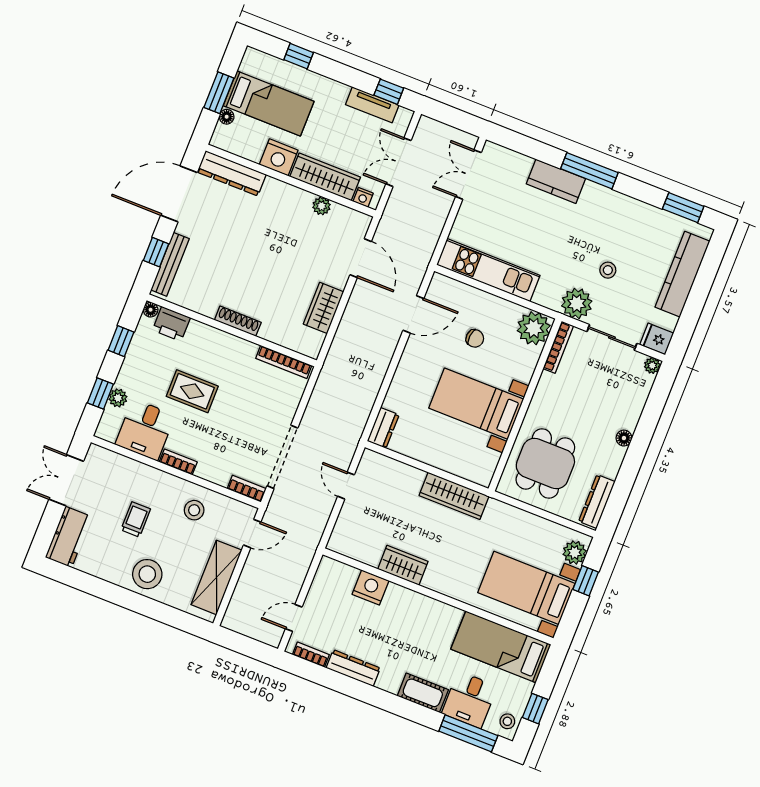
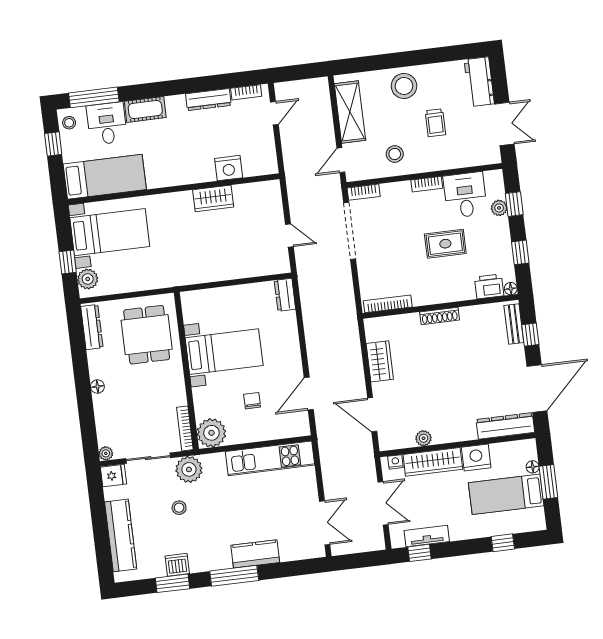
window: (683, 208) -> (172, 583), moved
dishwasher: (641, 213) -> (177, 565), added
bench: (170, 264) -> (514, 324), width x0.73
chair: (475, 338) -> (252, 401), turned 84
wardrobe: (454, 496) -> (203, 272), removed

